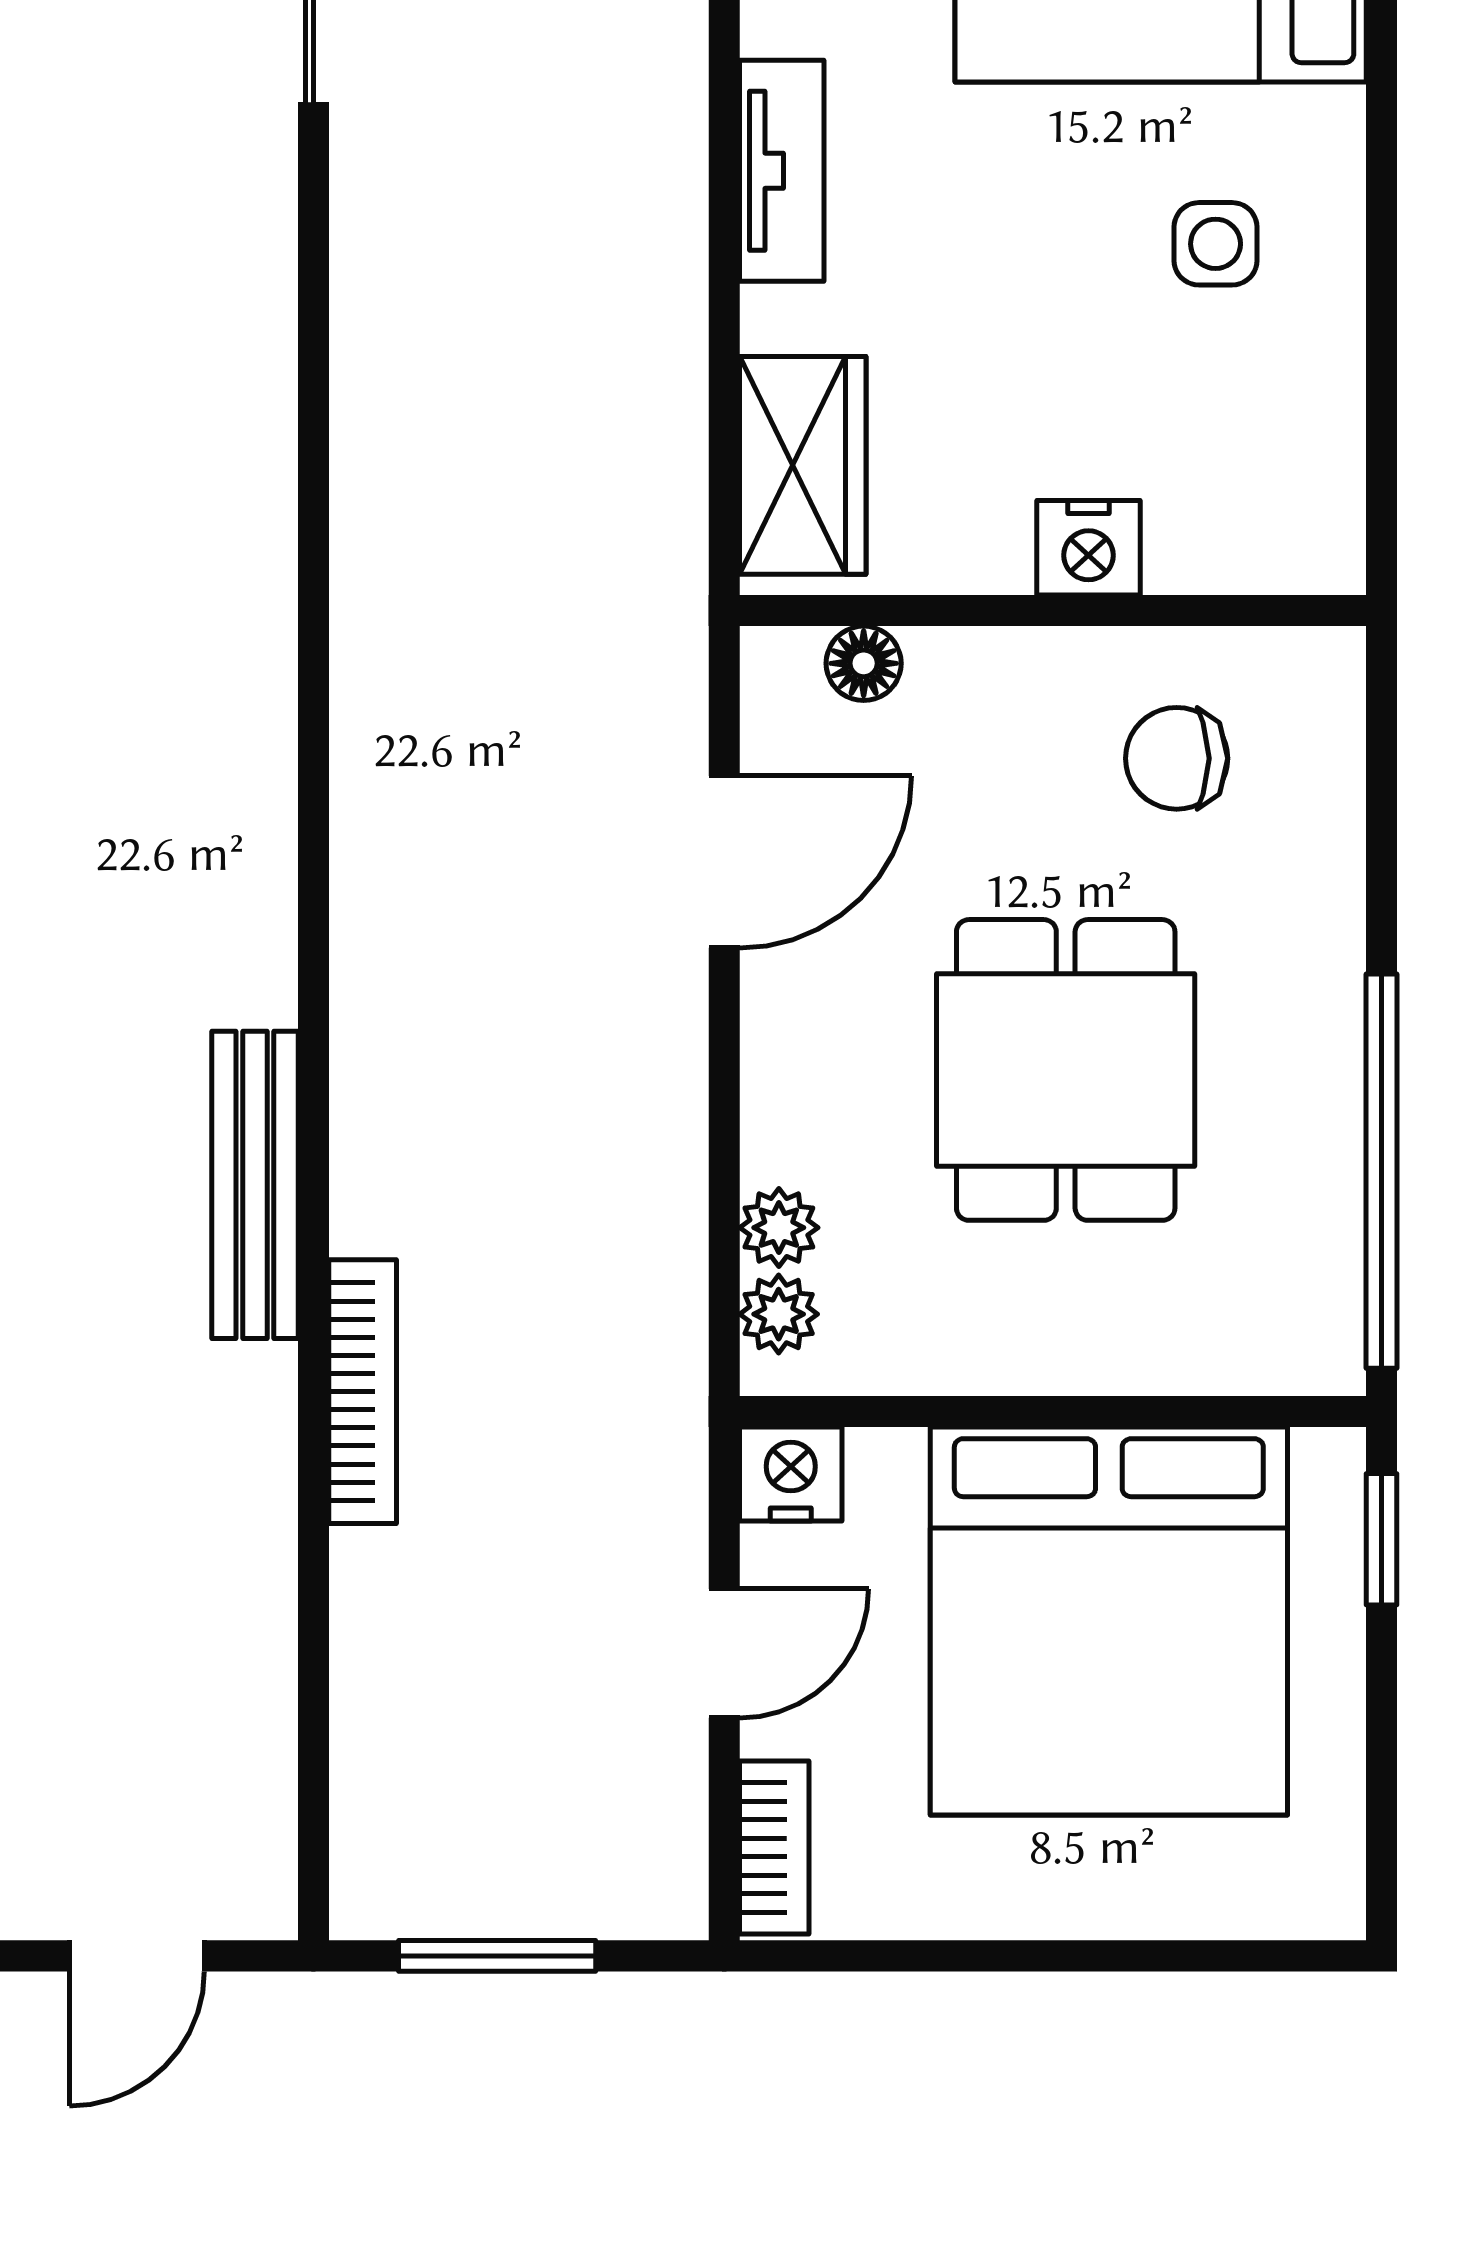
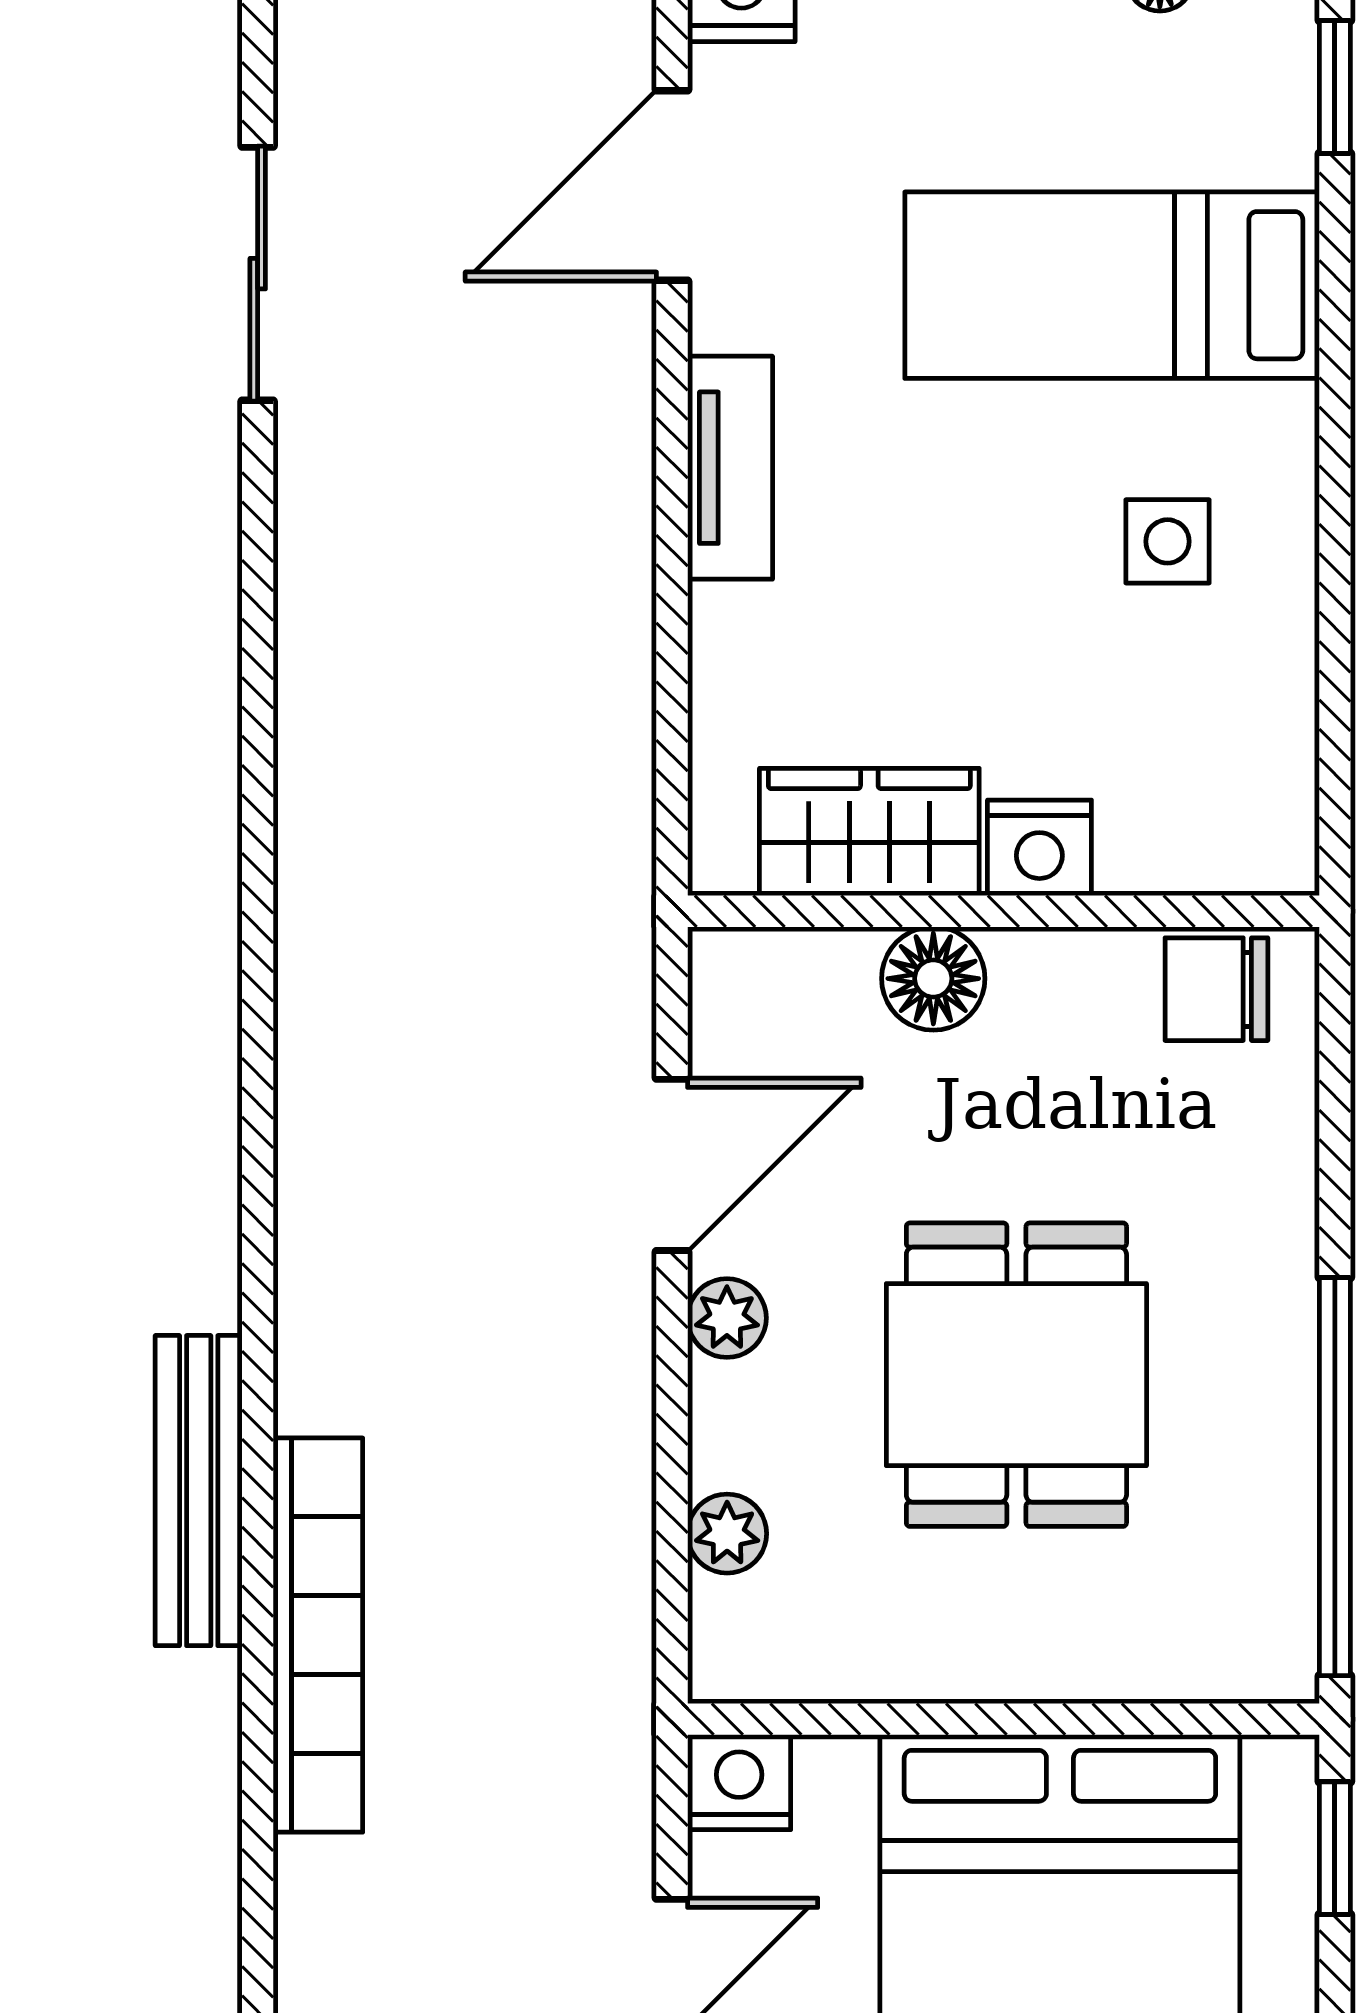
wardrobe: (803, 465) -> (869, 832), moved, turned -90
floor lamp: (864, 663) -> (933, 979), moved, width x1.37, depth x1.37
chair: (1177, 758) -> (1216, 989), moved
plant: (779, 1314) -> (727, 1318), moved
bookcase: (363, 1392) -> (318, 1635), width x1.48, depth x1.31

